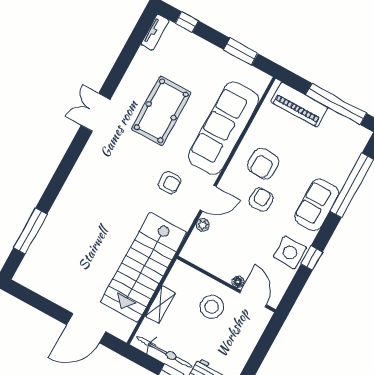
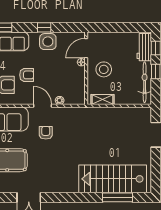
armchair: (261, 199) -> (27, 75), turned 180
stairs: (144, 267) -> (113, 179), moved, turned 180
shelving: (160, 305) -> (103, 100), moved

